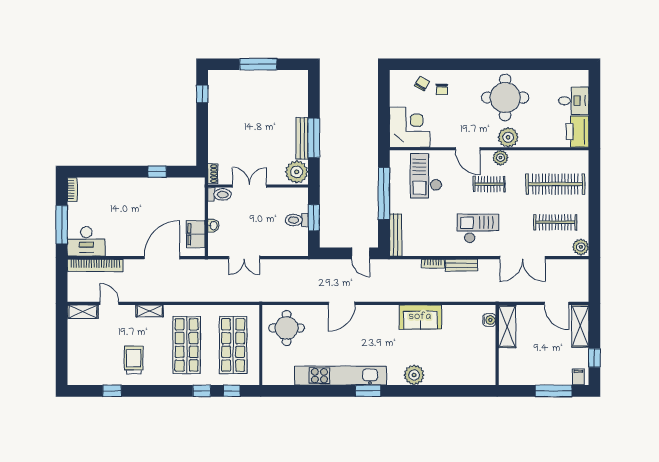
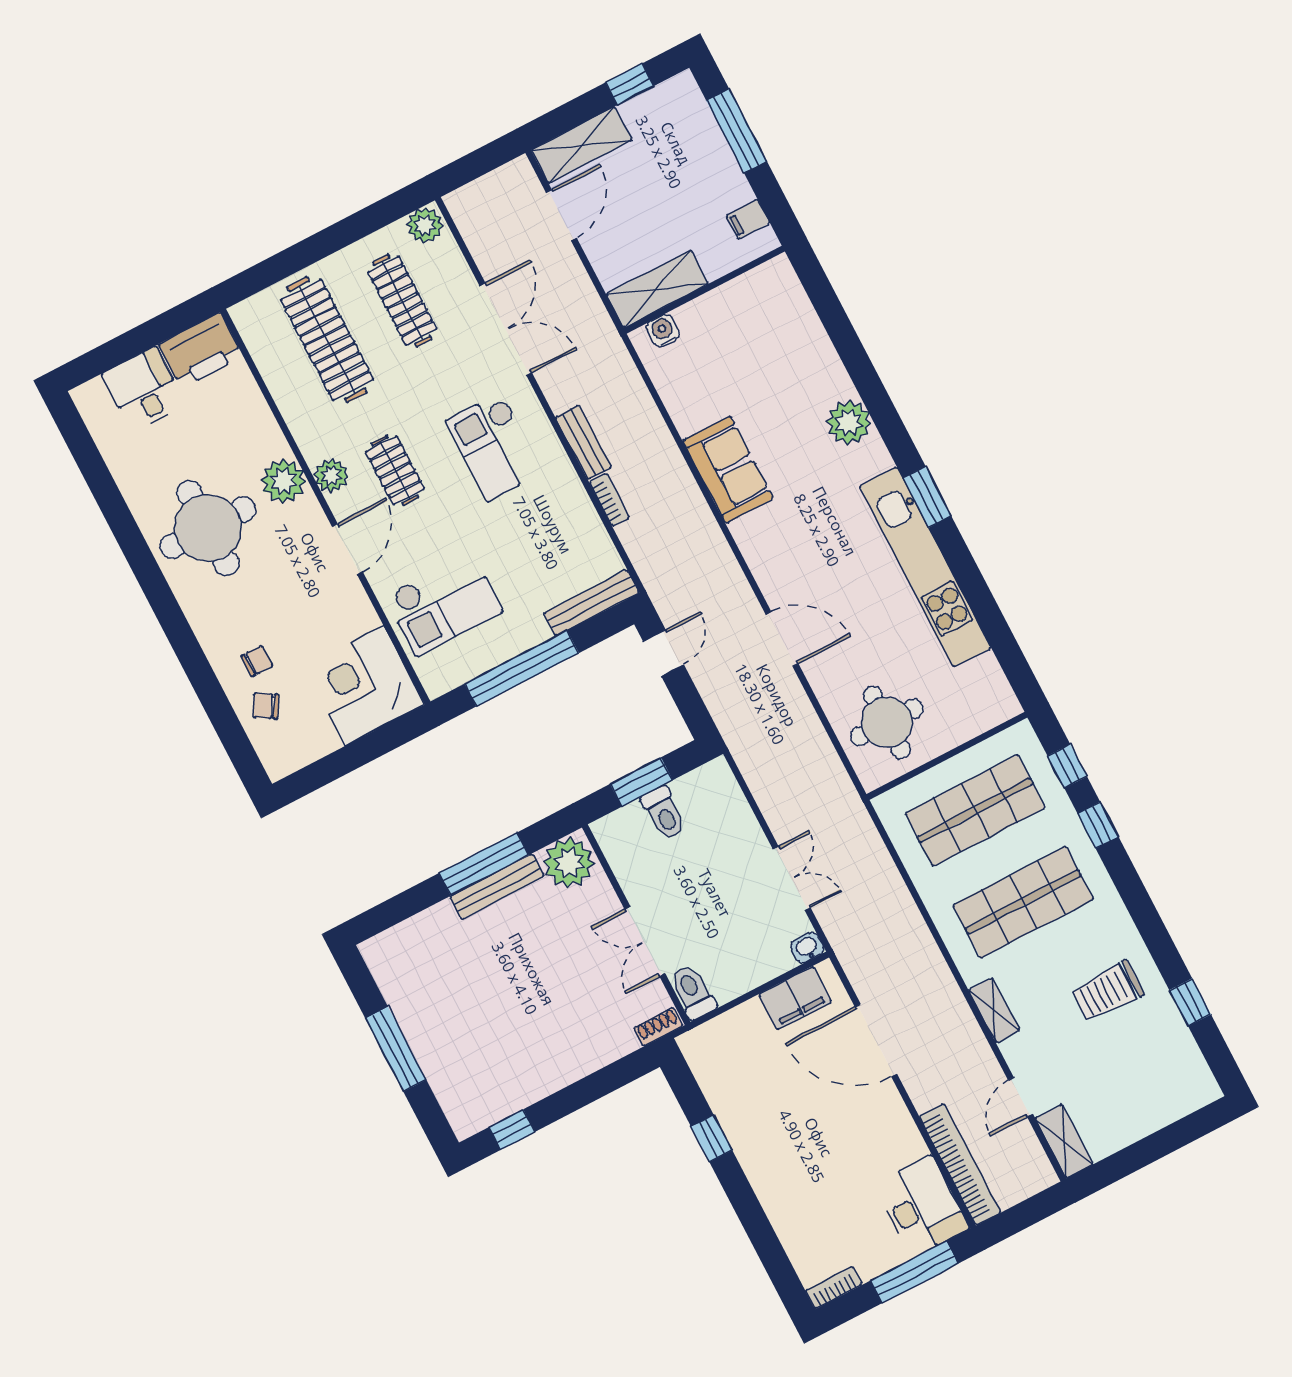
washbasin: (213, 226) -> (807, 948), moved
filing cabinet: (578, 377) -> (748, 219), moved

